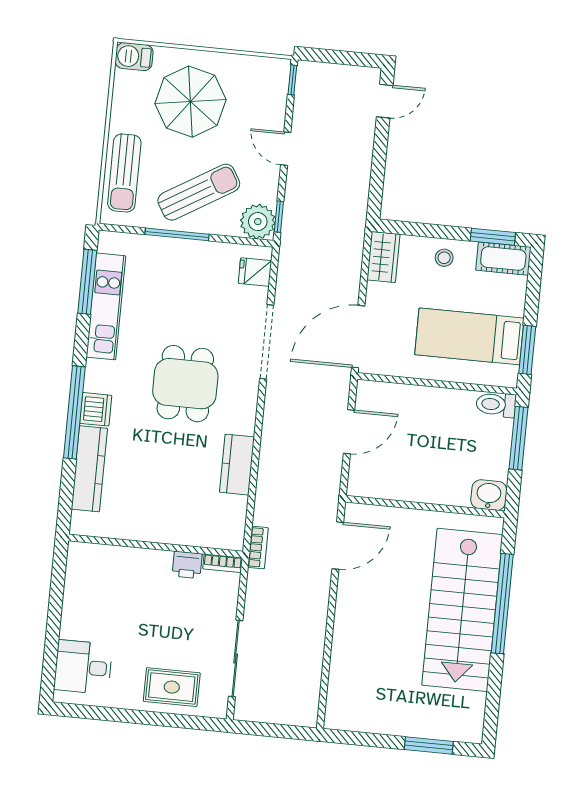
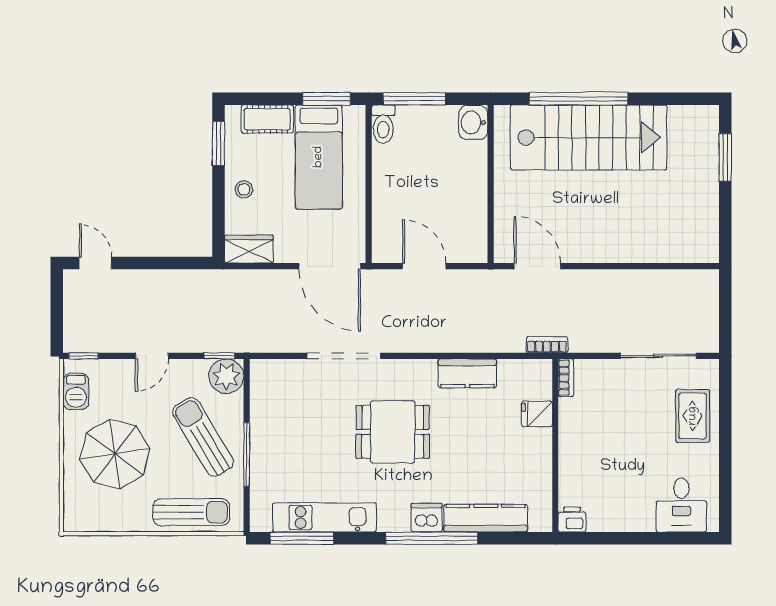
barbecue: (134, 57) -> (76, 391), moved
cot: (503, 259) -> (267, 119), moved, turned 90
fridge: (255, 272) -> (537, 414), moved, turned 90
printer: (187, 565) -> (572, 520), moved, turned -90

